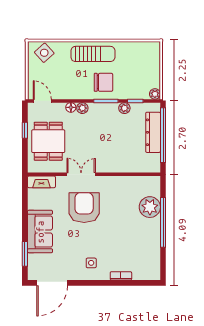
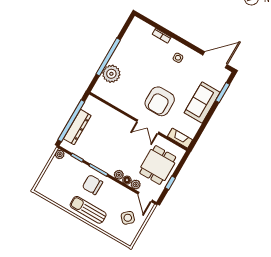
side table: (44, 53) -> (128, 218), moved
plant: (124, 108) -> (136, 185), moved

